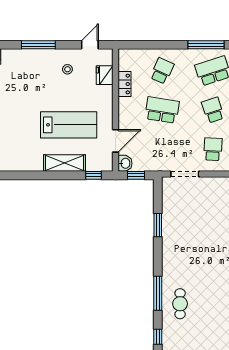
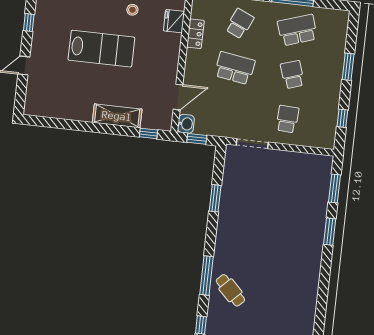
lab bench: (69, 125) -> (101, 49), moved
cafe table: (180, 304) -> (230, 290), turned -45

